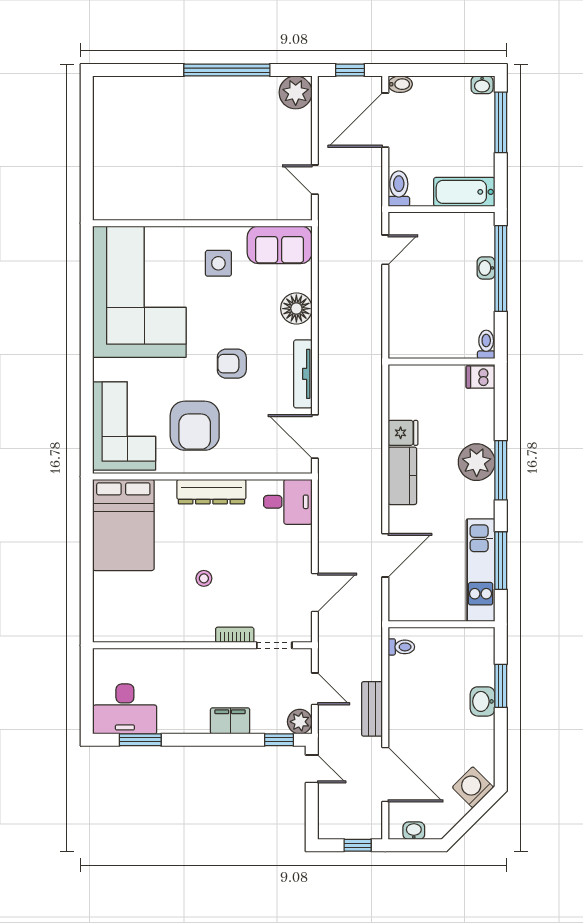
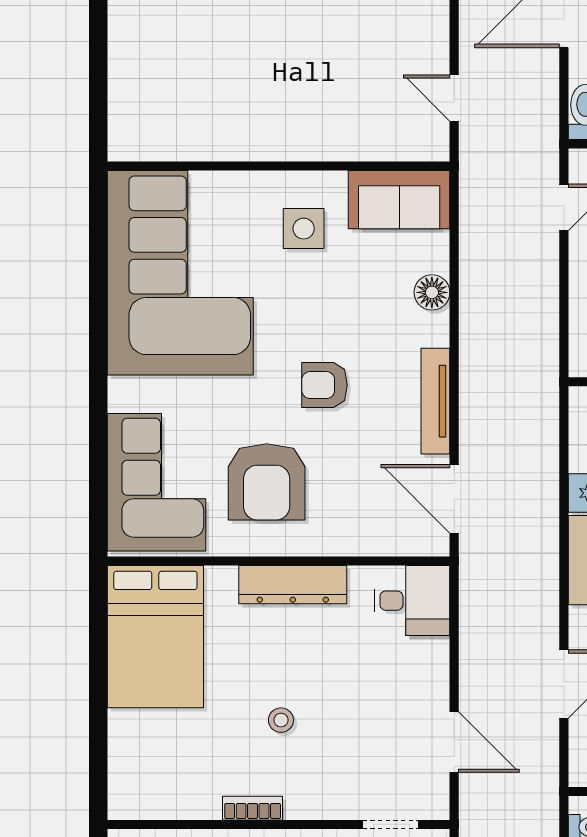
floor lamp: (296, 309) -> (432, 292), width x0.73, depth x0.73
door: (315, 593) -> (454, 742), hinge flipped
bookcase: (235, 635) -> (253, 808), moved

